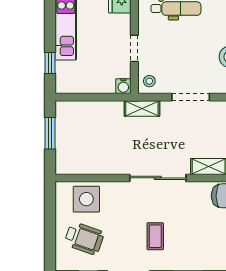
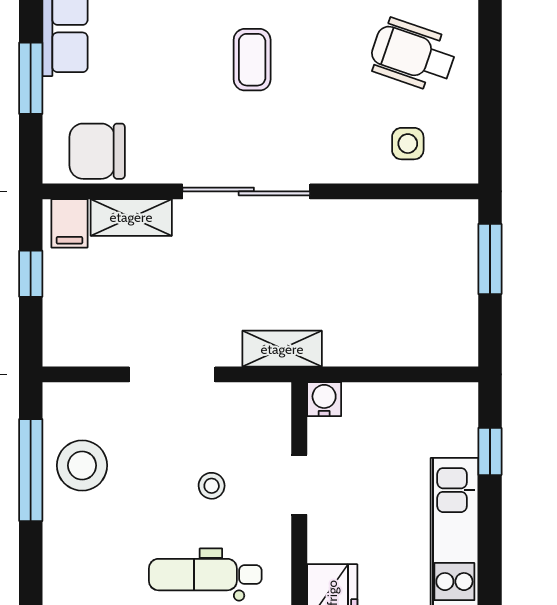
stool: (149, 81) -> (212, 486), moved
window: (50, 133) -> (490, 259), moved
side table: (86, 199) -> (408, 144), width x0.54, depth x0.54

